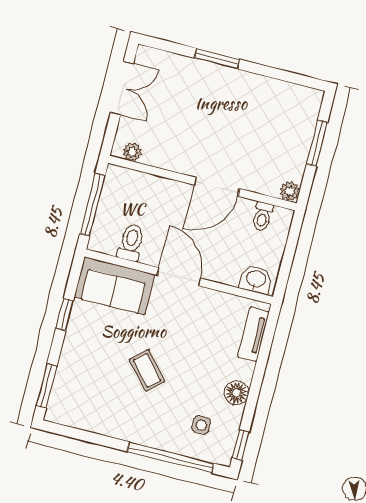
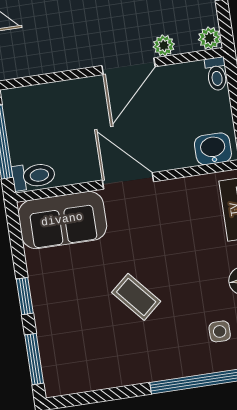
plant: (132, 152) -> (164, 46), moved
toilet: (263, 216) -> (216, 74), moved
toilet: (131, 243) -> (34, 176), moved, turned 90
window: (65, 314) -> (25, 296), moved

